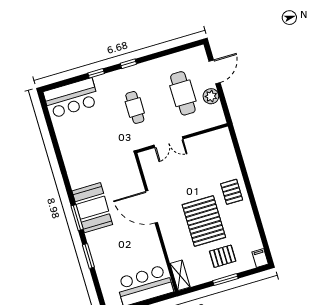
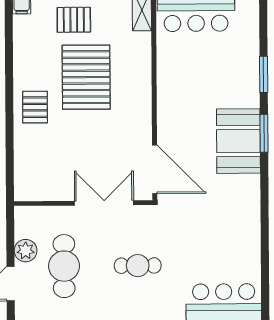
cafe table: (135, 107) -> (138, 266), turned 90
double door: (169, 142) -> (104, 203), width x1.37
door: (152, 207) -> (155, 169), moved

